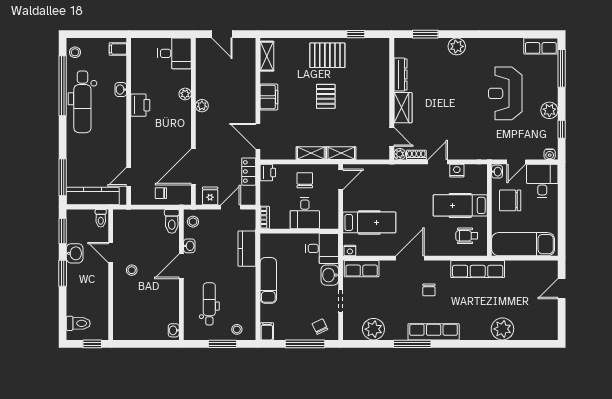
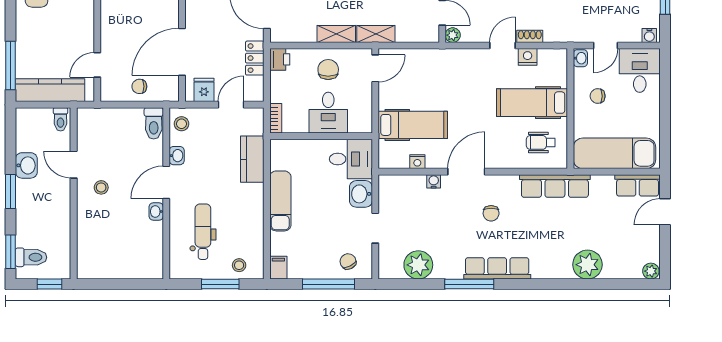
shoe rack: (416, 155) -> (530, 36), moved
chair: (510, 200) -> (598, 96), width x0.54, depth x0.54
window: (63, 231) -> (11, 252), moved
nightstand: (350, 250) -> (417, 162), moved
water cooler: (385, 266) -> (434, 181), added
row of seats: (362, 269) -> (638, 185), moved
washbasin: (174, 330) -> (156, 212), moved
plant: (551, 334) -> (651, 271), added

